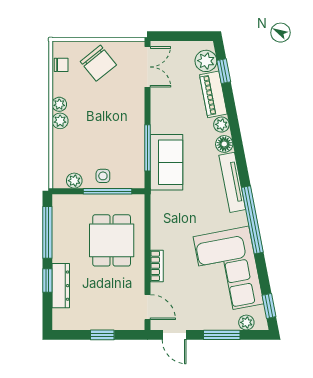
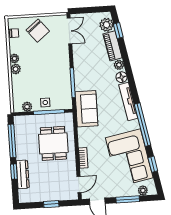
sofa: (166, 162) -> (86, 109), moved
window: (269, 306) -> (153, 164), moved
door: (148, 307) -> (79, 185), hinge flipped

